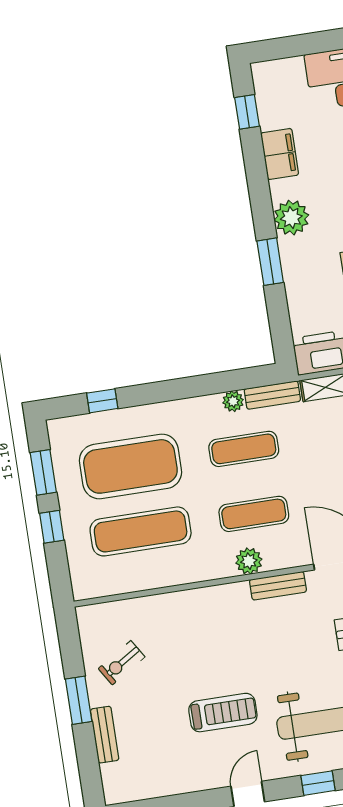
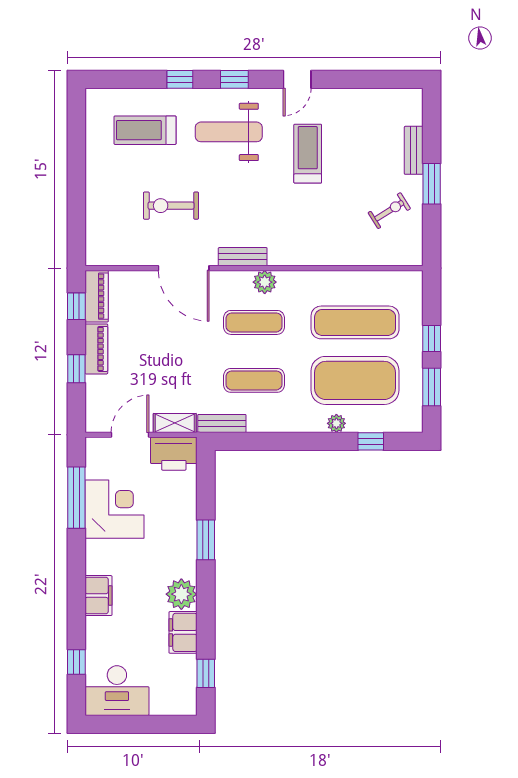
plant: (291, 218) -> (181, 594), moved
plant: (233, 401) -> (336, 423), moved
treadmill: (223, 713) -> (308, 154), turned 90

